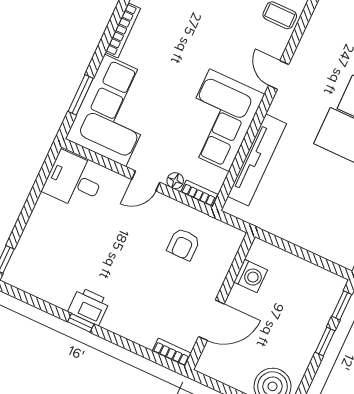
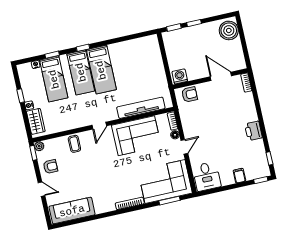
door: (146, 181) -> (184, 147), hinge flipped
filing cabinet: (36, 232) -> (239, 176), added
armchair: (183, 244) -> (190, 94), moved
washing machine: (251, 276) -> (180, 76), moved
window: (81, 323) -> (269, 158), moved

